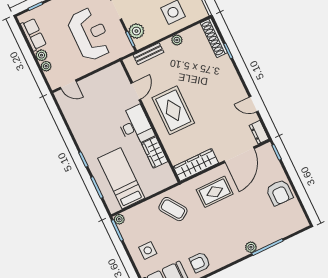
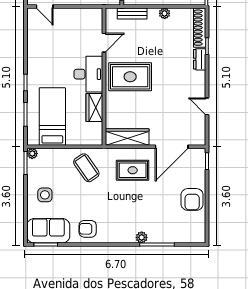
rug: (173, 110) -> (130, 77), turned 90
dresser: (259, 132) -> (200, 59), moved

